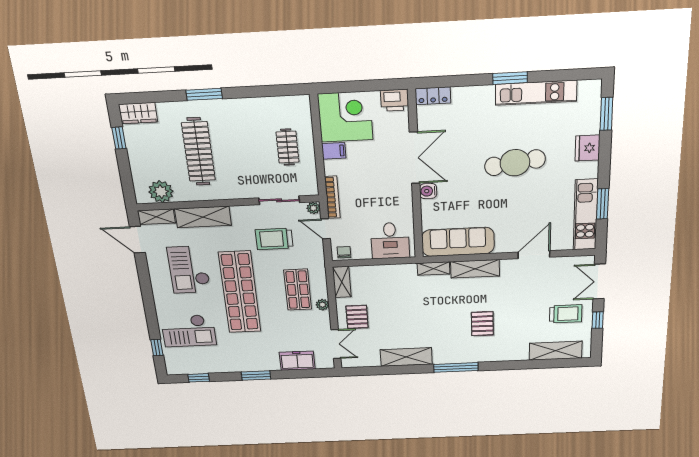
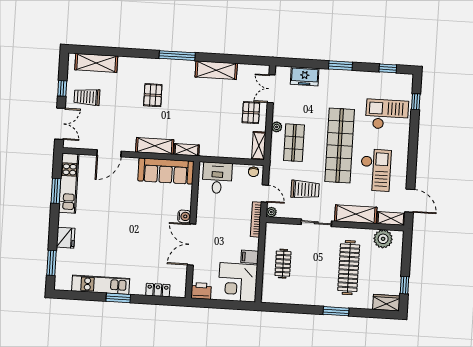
locker: (433, 96) -> (158, 290), moved
cafe table: (515, 163) -> (119, 232), removed
sliding door: (279, 200) -> (316, 223), moved

